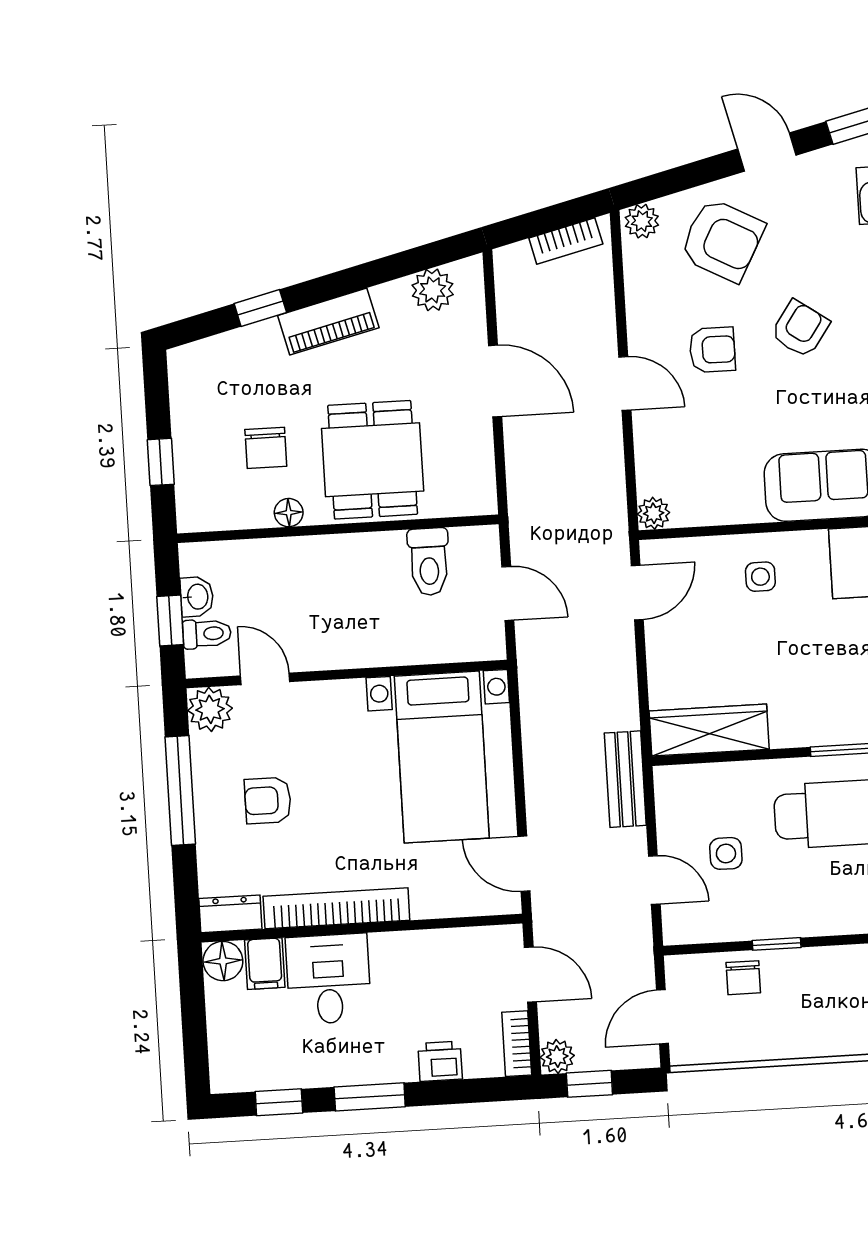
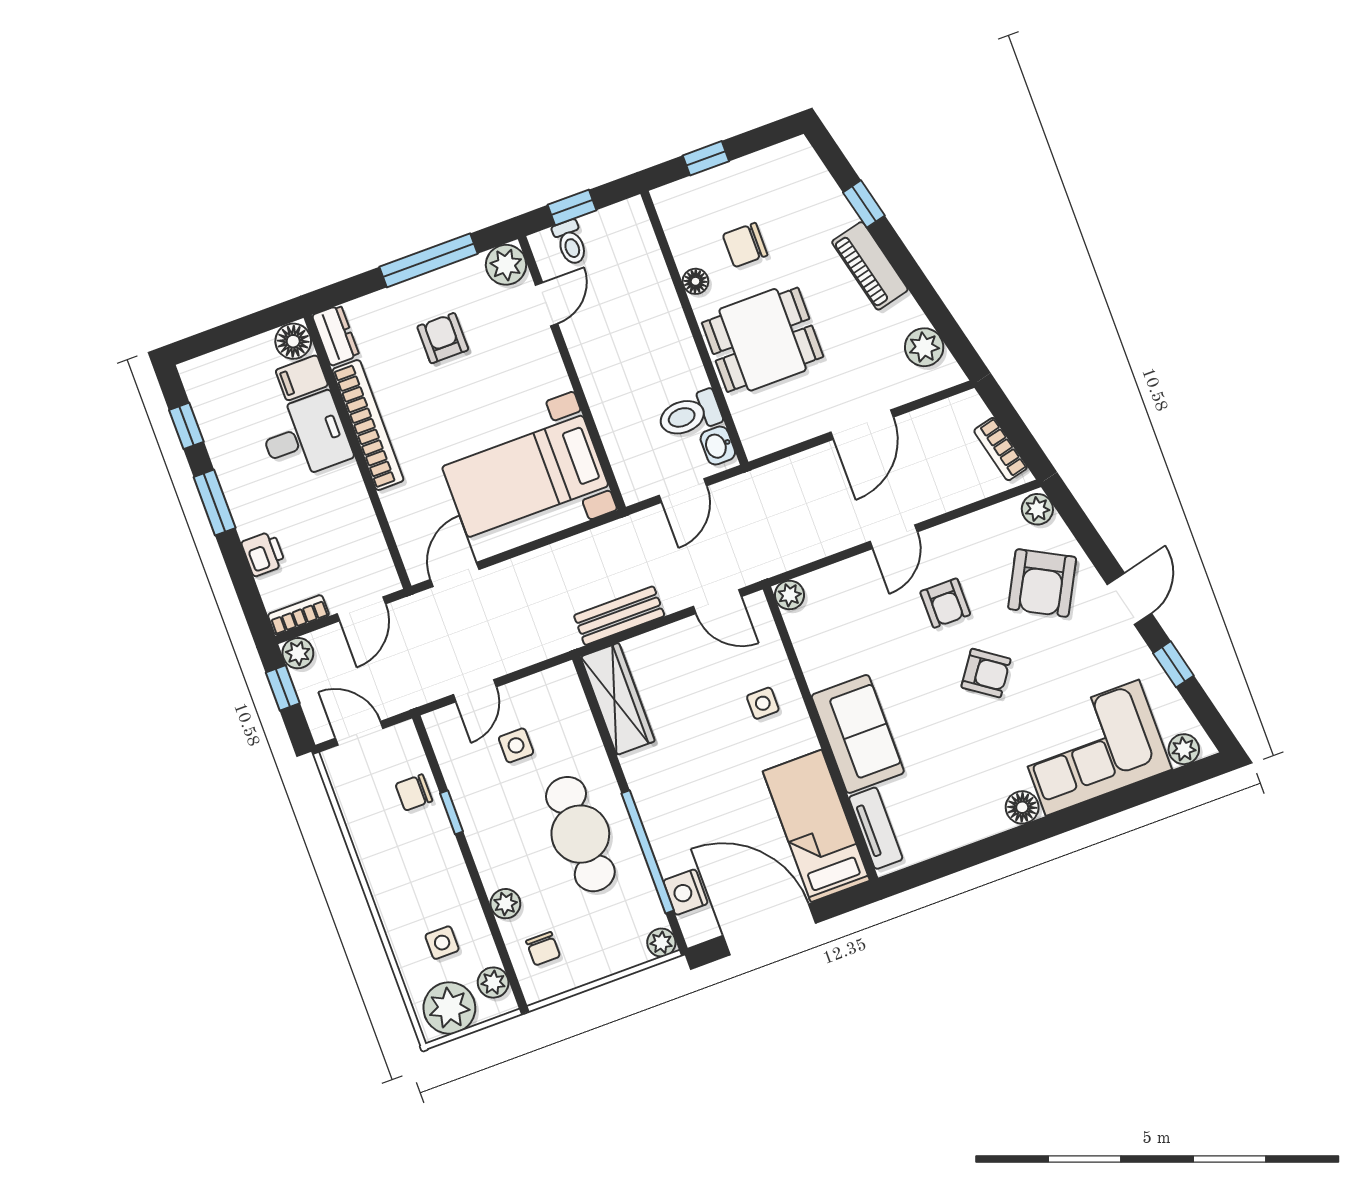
washbasin: (197, 597) -> (718, 446), moved, turned 90
bench: (625, 779) -> (619, 616), moved

